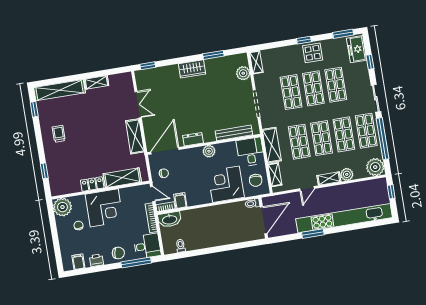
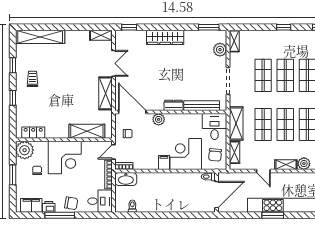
display table: (313, 53) -> (290, 41), removed
window: (213, 55) -> (209, 27), moved
wardrobe: (192, 69) -> (165, 37), width x1.50
shelving: (96, 82) -> (101, 35), moved
window: (34, 109) -> (13, 65), moved
dresser: (193, 139) -> (173, 105), moved
door: (165, 151) -> (132, 112), hinge flipped
plant: (209, 151) -> (159, 119), moved
window: (44, 171) -> (13, 98), moved
locker: (92, 184) -> (33, 133), moved
door: (307, 189) -> (263, 171), hinge flipped
door: (153, 194) -> (114, 152), swing flipped
filing cabinet: (180, 201) -> (164, 162), moved
window: (55, 234) -> (13, 175), added
window: (313, 234) -> (273, 215), moved
filing cabinet: (78, 262) -> (31, 205), width x2.00
window: (136, 263) -> (60, 215), moved

